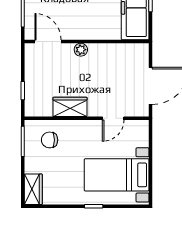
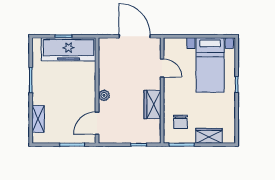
wardrobe: (33, 189) -> (209, 136), moved

